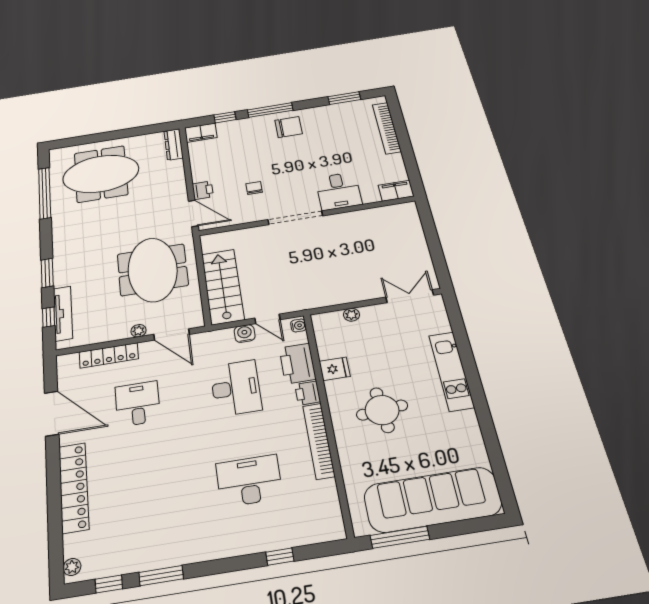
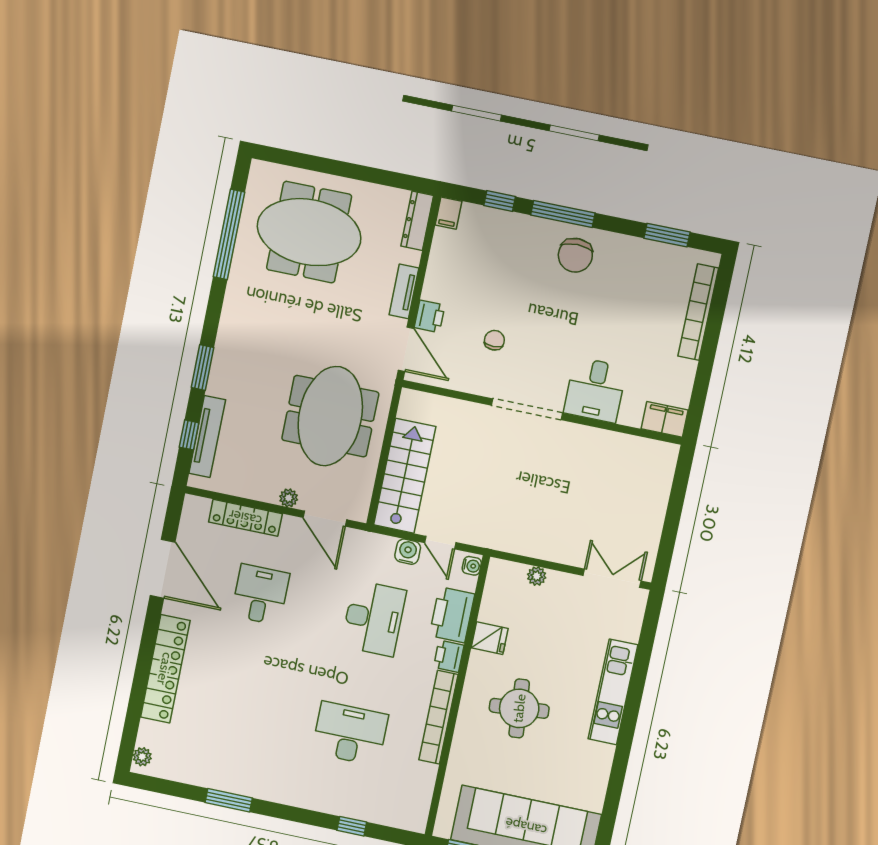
chair: (289, 127) -> (575, 255), turned 90
filing cabinet: (201, 133) -> (449, 213), width x0.50
tv unit: (179, 183) -> (404, 291), added
window: (109, 584) -> (174, 789), removed

